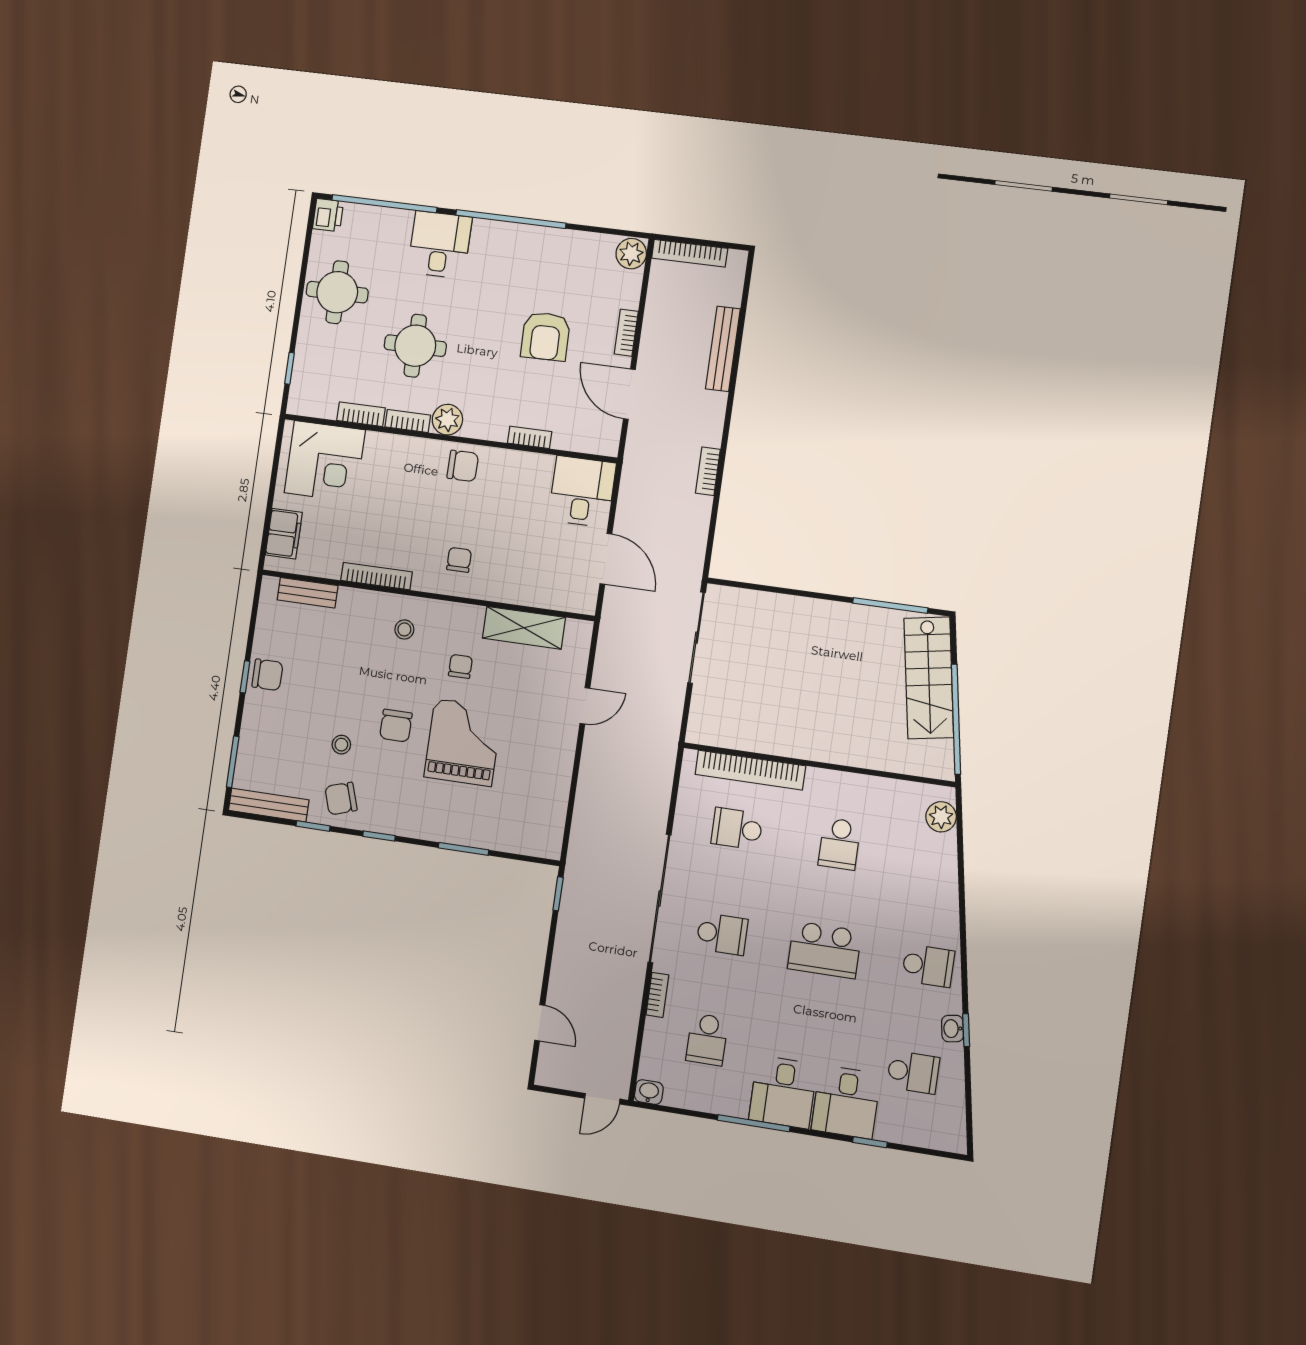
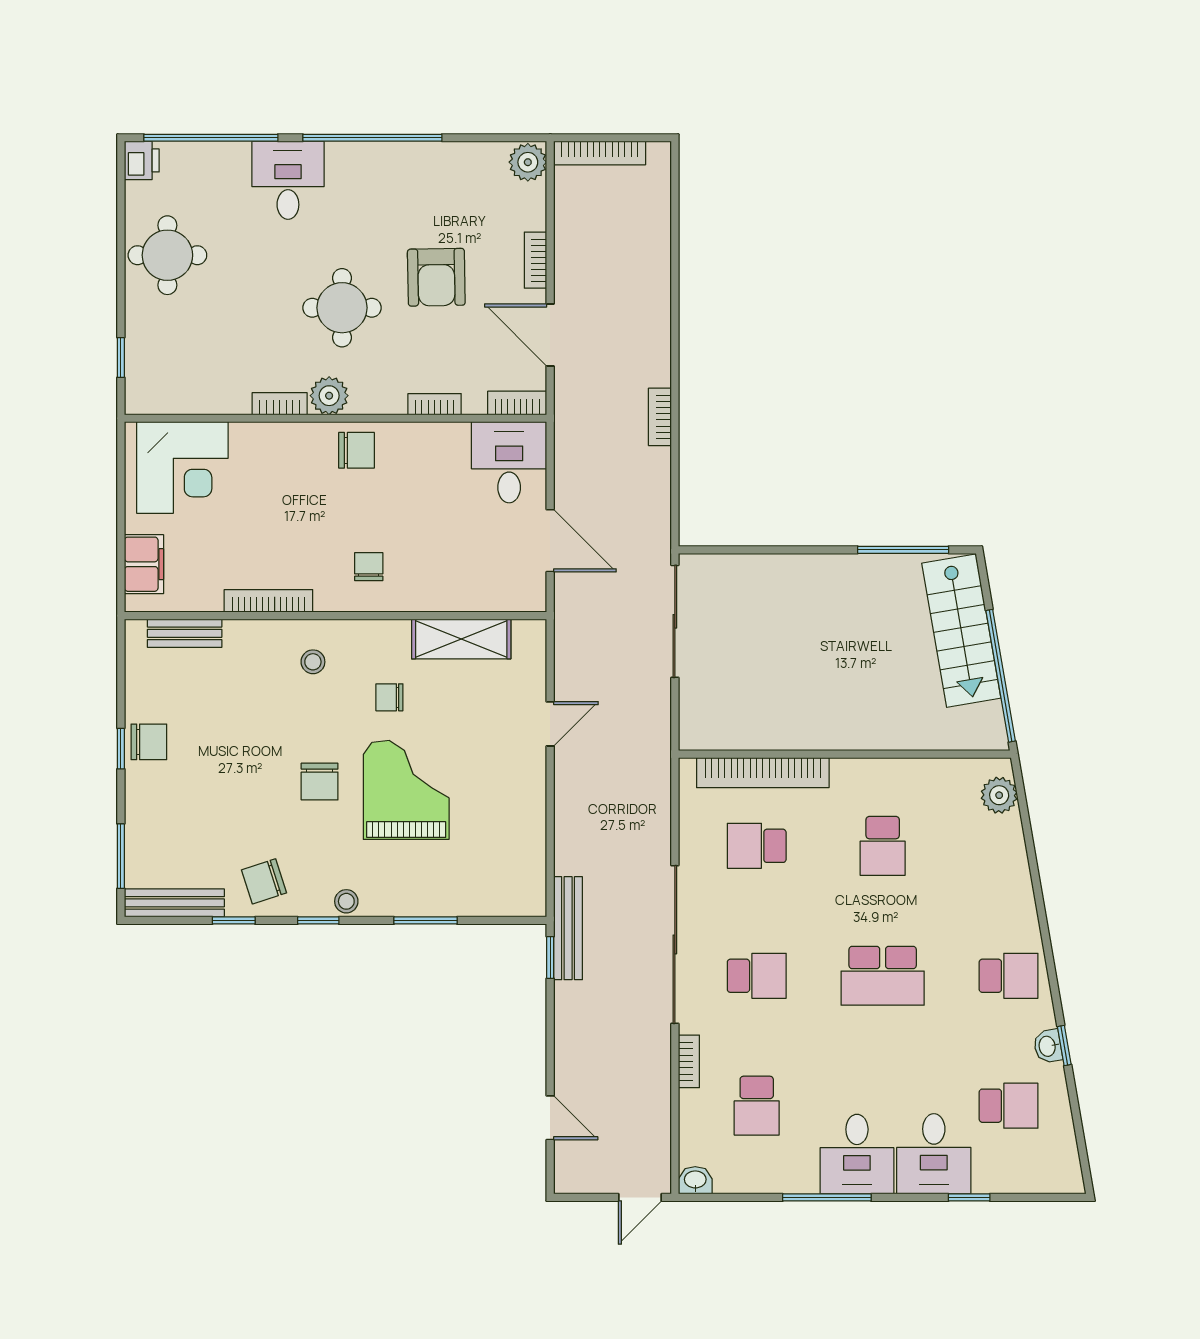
round table: (415, 346) -> (342, 308), moved
bench: (723, 349) -> (568, 928), moved
bookcase: (361, 414) -> (517, 403), moved
chair: (460, 666) -> (389, 697), turned -90
stool: (341, 745) -> (346, 901), moved

